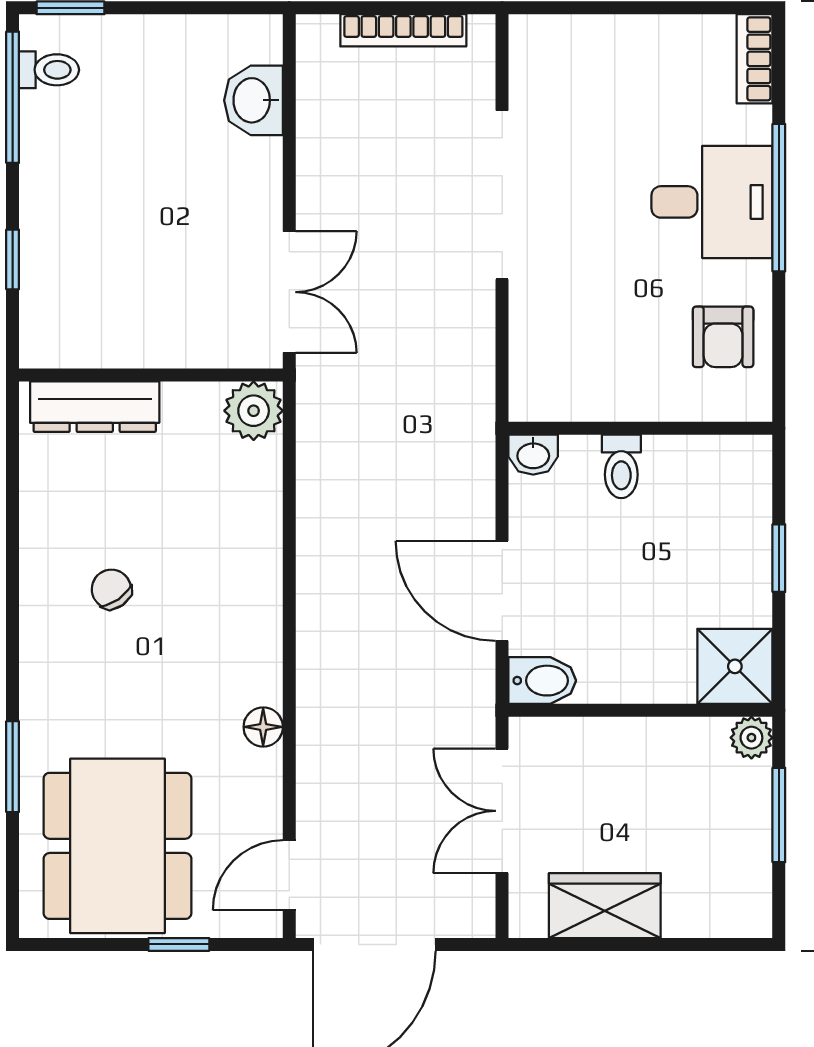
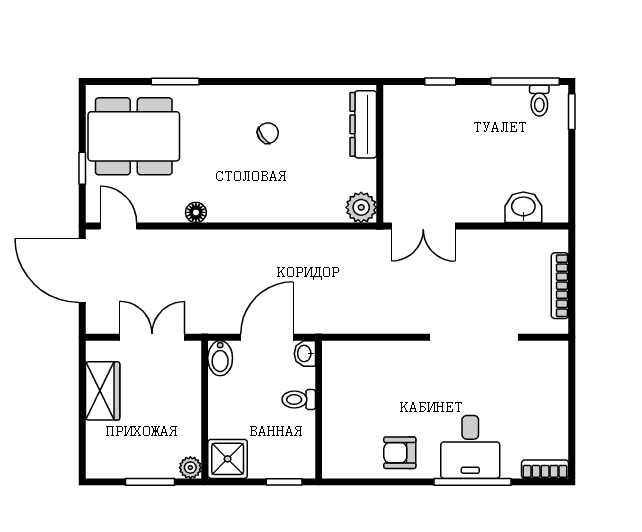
wall: (640, 428) -> (319, 410), moved
washbasin: (533, 455) -> (305, 354), moved
toilet: (621, 466) -> (299, 400), moved

